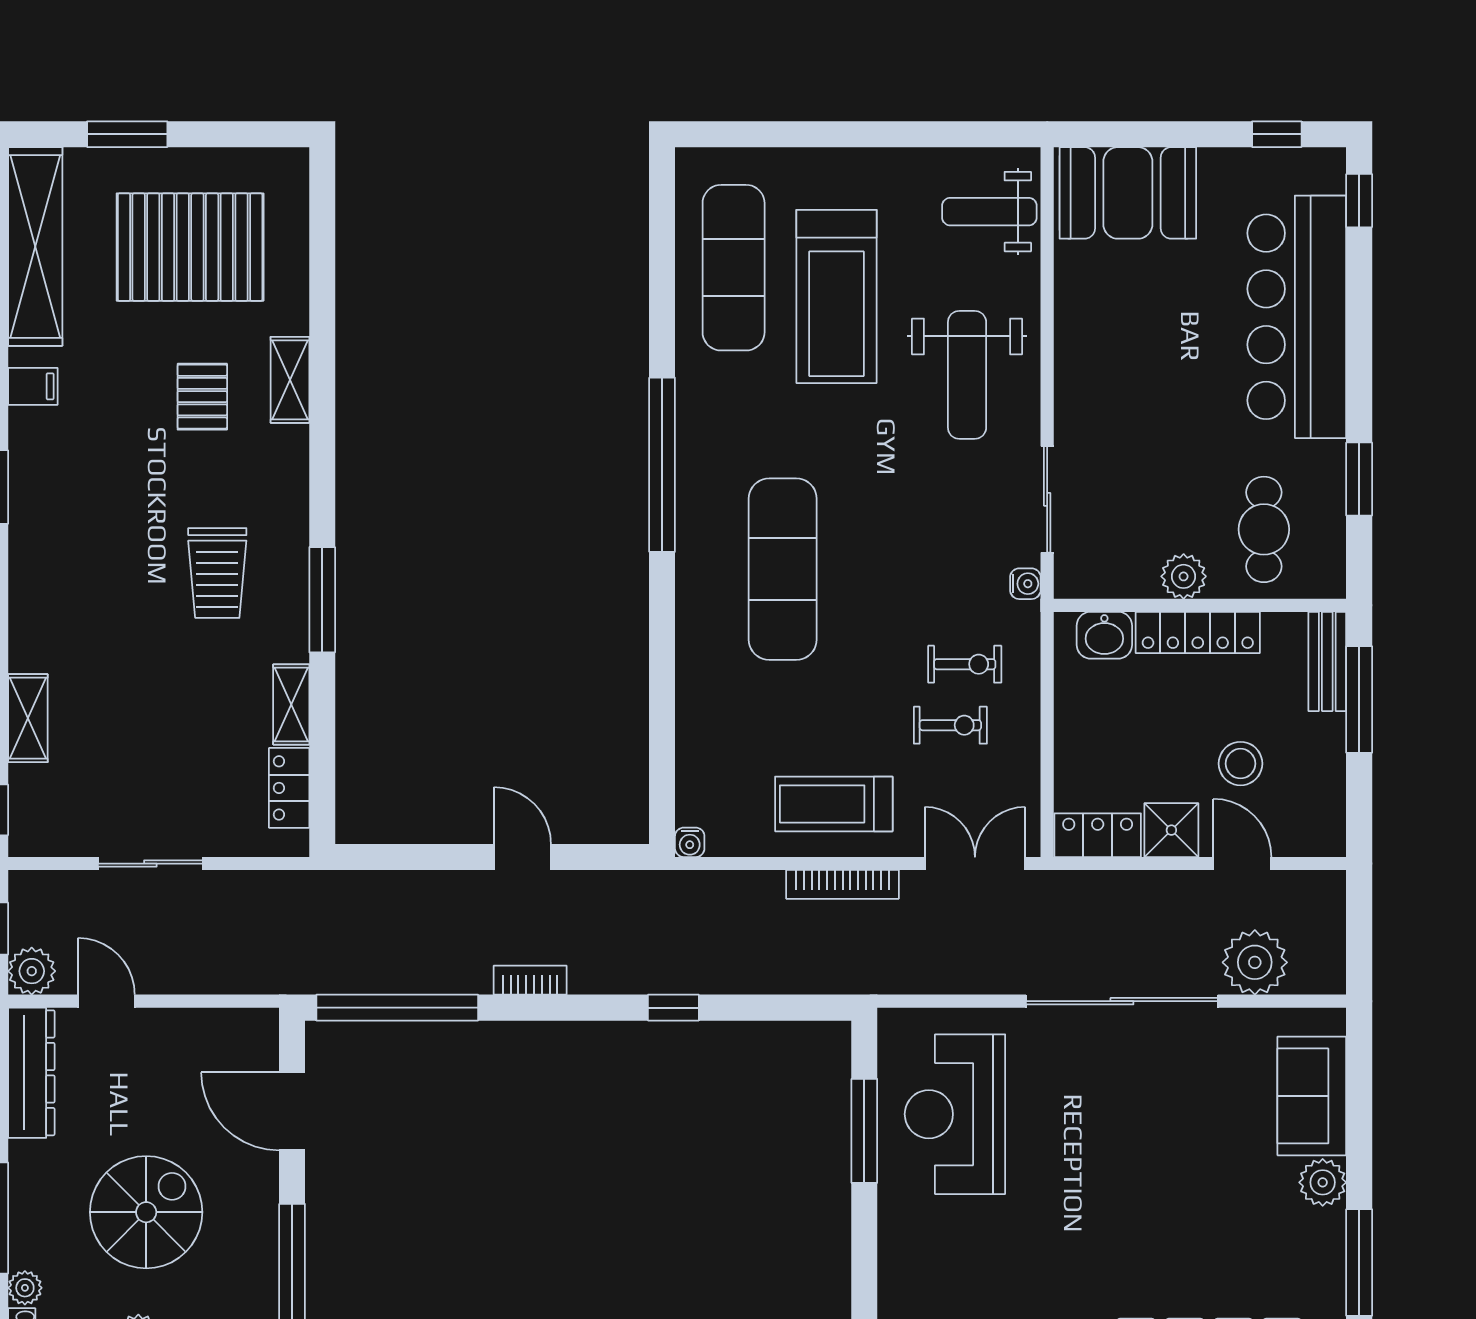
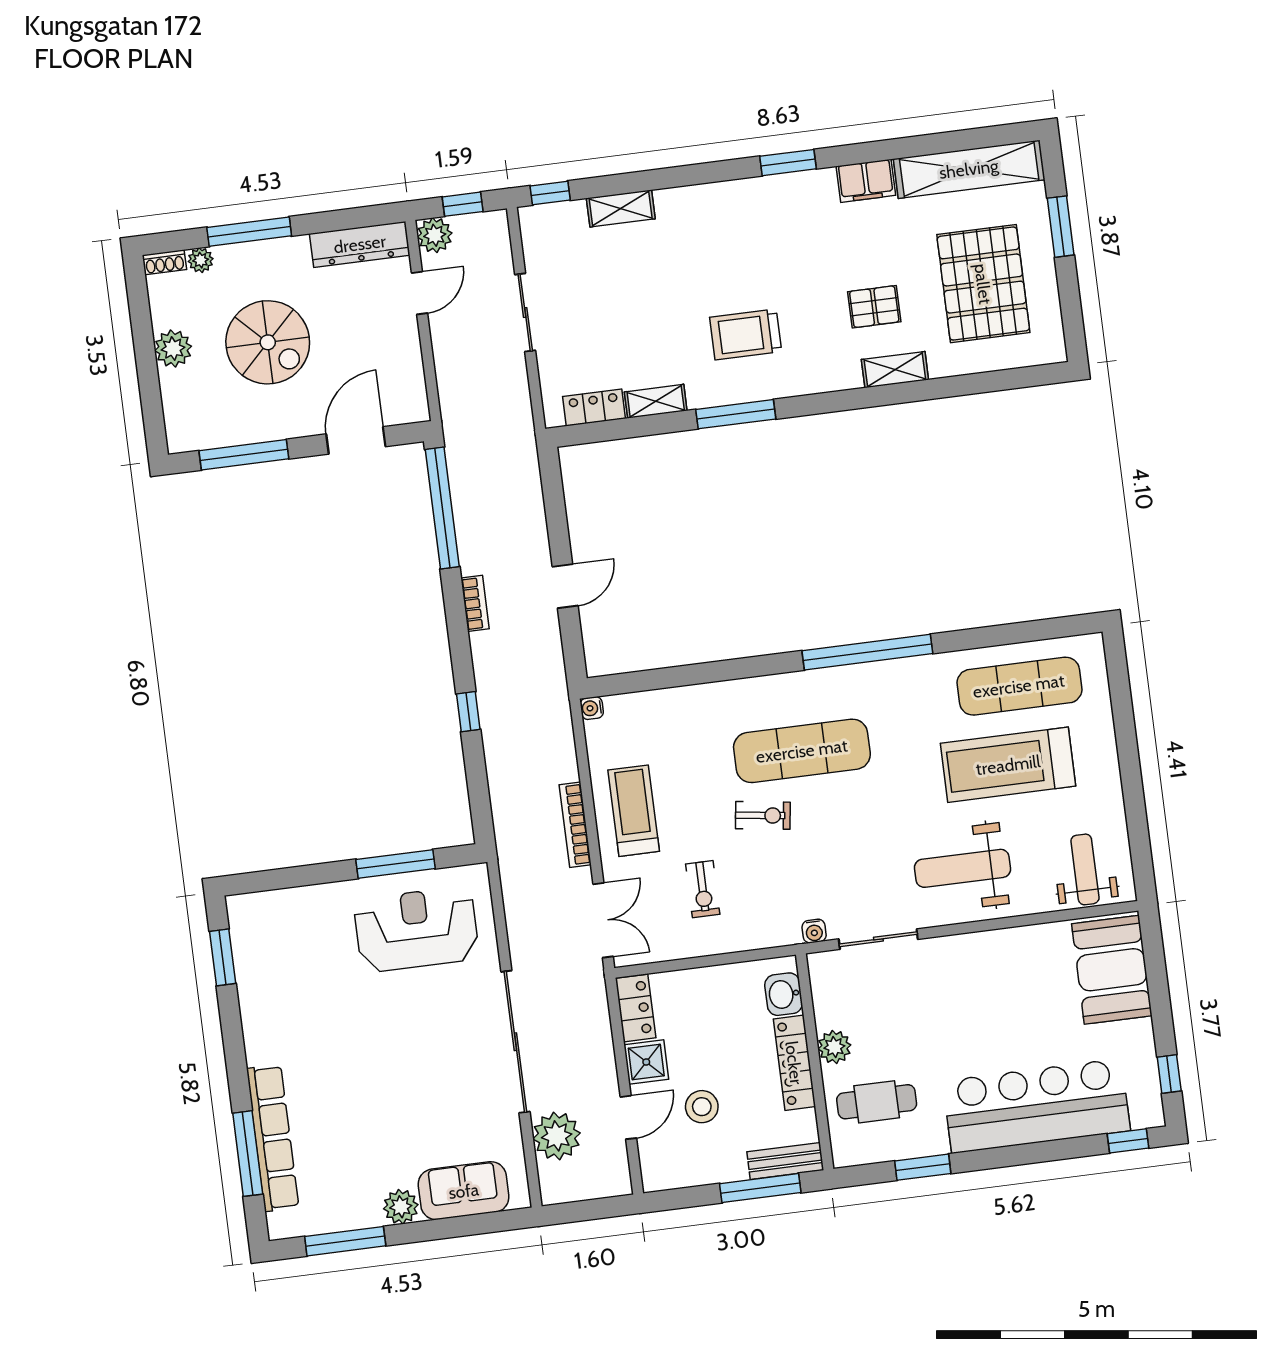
filing cabinet: (33, 386) -> (866, 181), width x2.00
exercise bike: (965, 664) -> (763, 815), moved, turned -82

